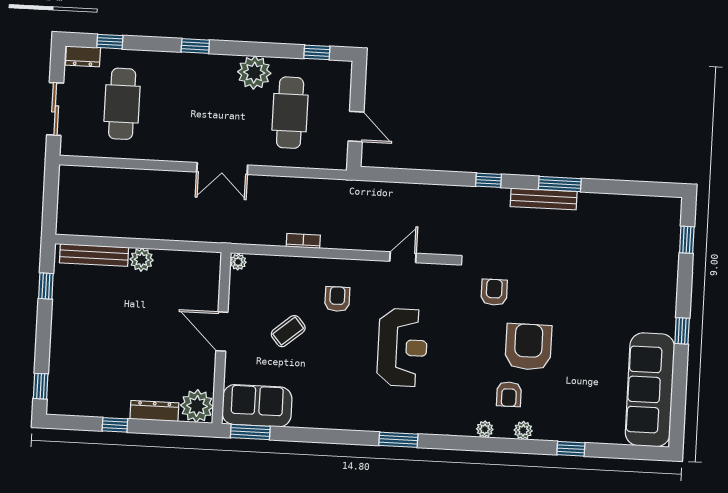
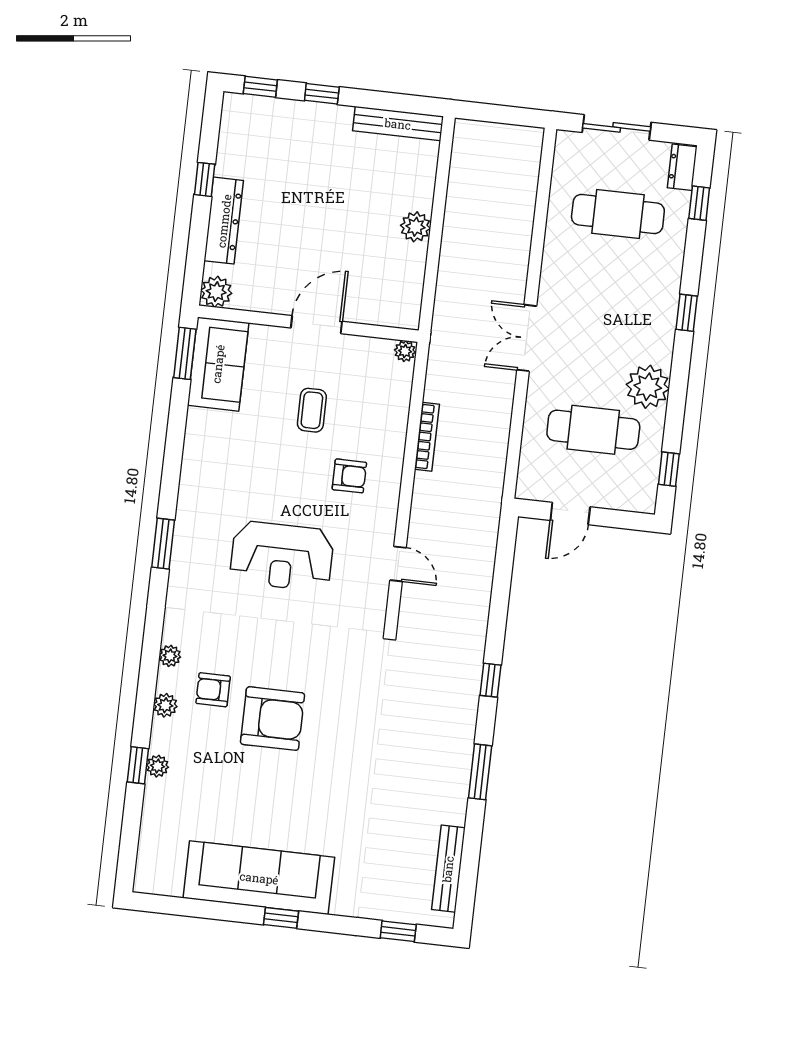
bench: (544, 199) -> (448, 869), moved
bookcase: (303, 241) -> (427, 437), width x1.56
bench: (94, 255) -> (398, 124), moved, turned 90
window: (46, 286) -> (322, 94), moved
armchair: (494, 292) -> (346, 679), removed
coffee table: (288, 331) -> (312, 410), turned 40
sofa: (650, 390) -> (259, 878), moved
plant: (197, 406) -> (216, 292), width x0.73, depth x0.73
dresser: (154, 411) -> (224, 221), width x1.37, depth x1.24
plant: (571, 434) -> (158, 766), added

